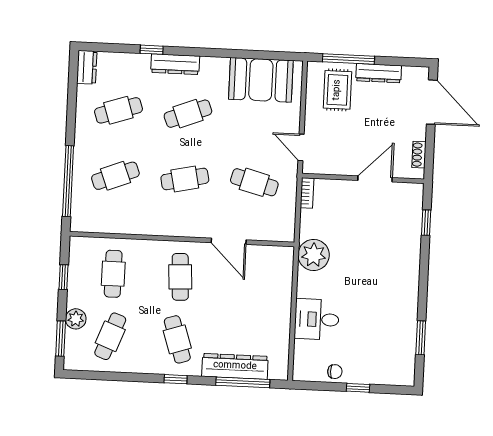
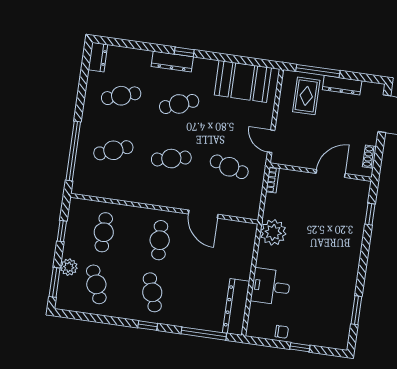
window: (152, 50) -> (184, 52), moved
cafe table: (110, 336) -> (96, 284), turned -42
dresser: (235, 366) -> (236, 307), moved, turned -90

